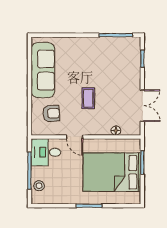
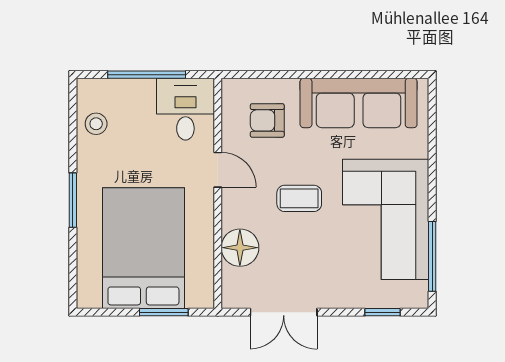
corner sofa: (98, 57) -> (386, 219), added
armchair: (51, 113) -> (267, 120), turned 93
floor lamp: (116, 131) -> (240, 248), width x1.89, depth x1.89
door: (75, 137) -> (218, 170), swing flipped
stool: (39, 186) -> (96, 124), moved

